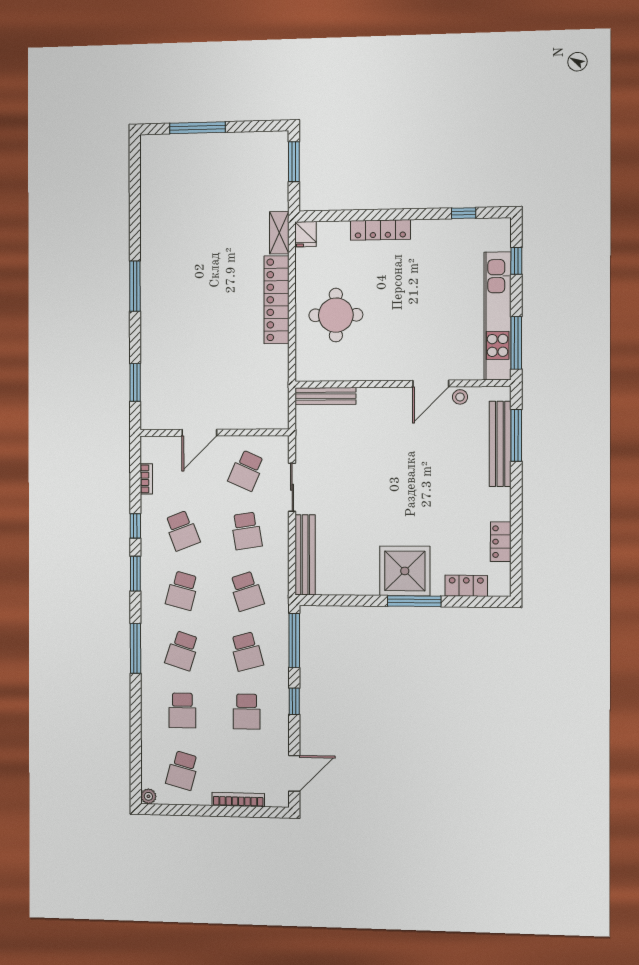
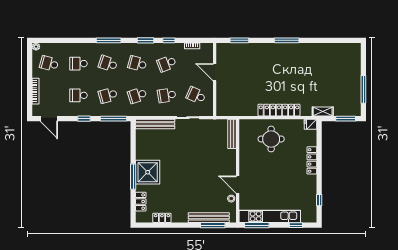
window: (197, 128) -> (363, 89), moved
shelving: (279, 233) -> (323, 111), moved

